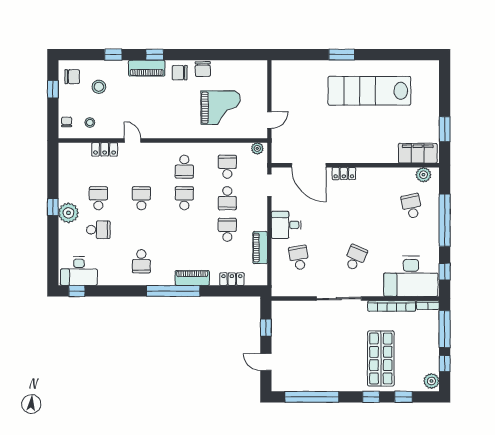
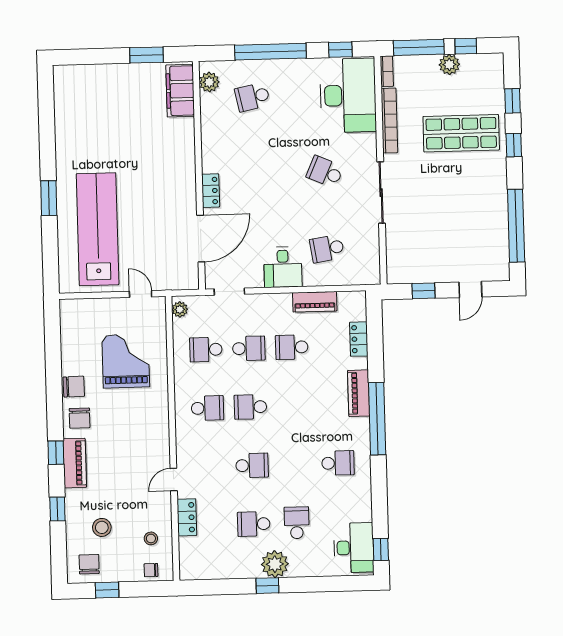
lab bench: (369, 91) -> (98, 229), moved, turned 180
school desk: (141, 198) -> (252, 465), turned 180
plant: (431, 381) -> (449, 65), moved

